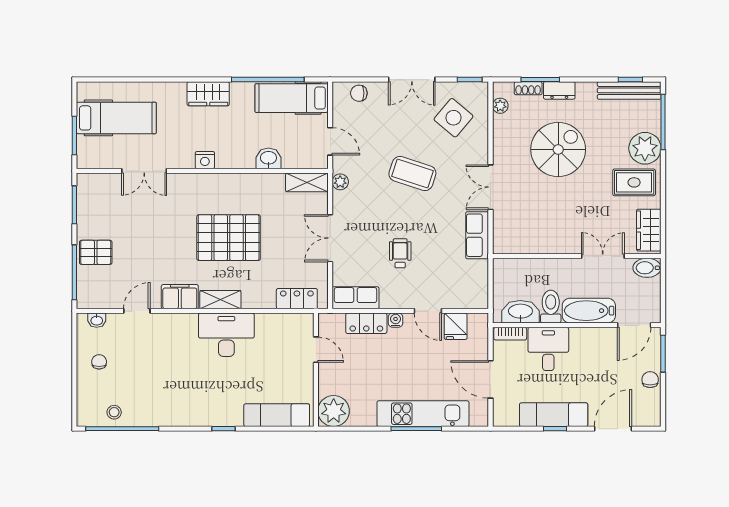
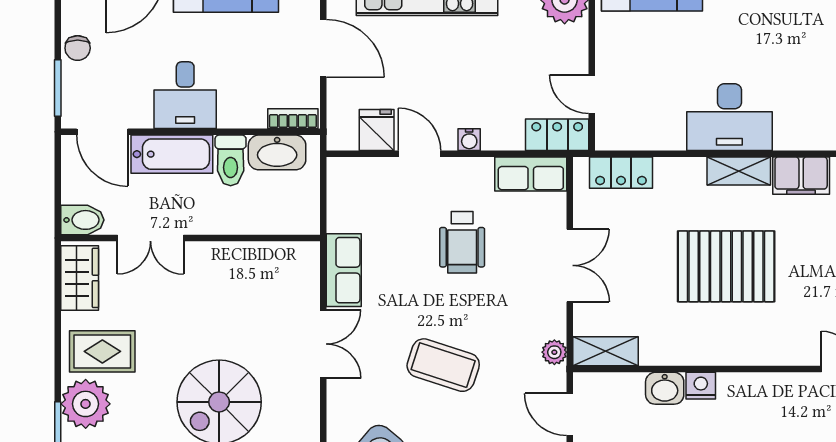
nightstand: (205, 160) -> (701, 386), moved
wheelchair: (400, 253) -> (462, 242), width x1.36, depth x1.37
locker: (366, 323) -> (557, 135), moved
door: (634, 325) -> (102, 132), swing flipped
desk: (548, 349) -> (185, 95), moved

